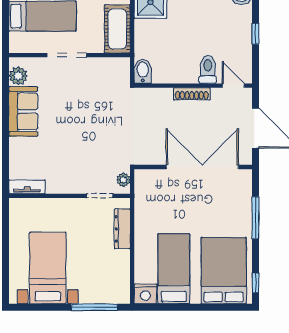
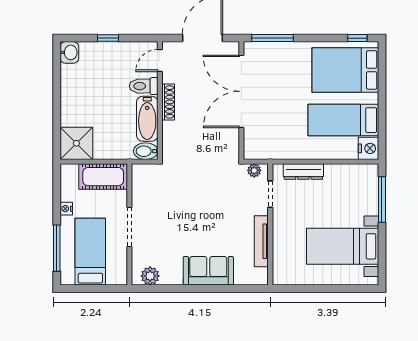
bathtub: (175, 73) -> (147, 119), added
sofa: (23, 111) -> (208, 271), moved
tv unit: (27, 187) -> (261, 241), moved, width x1.41
window: (256, 218) -> (273, 38), moved

